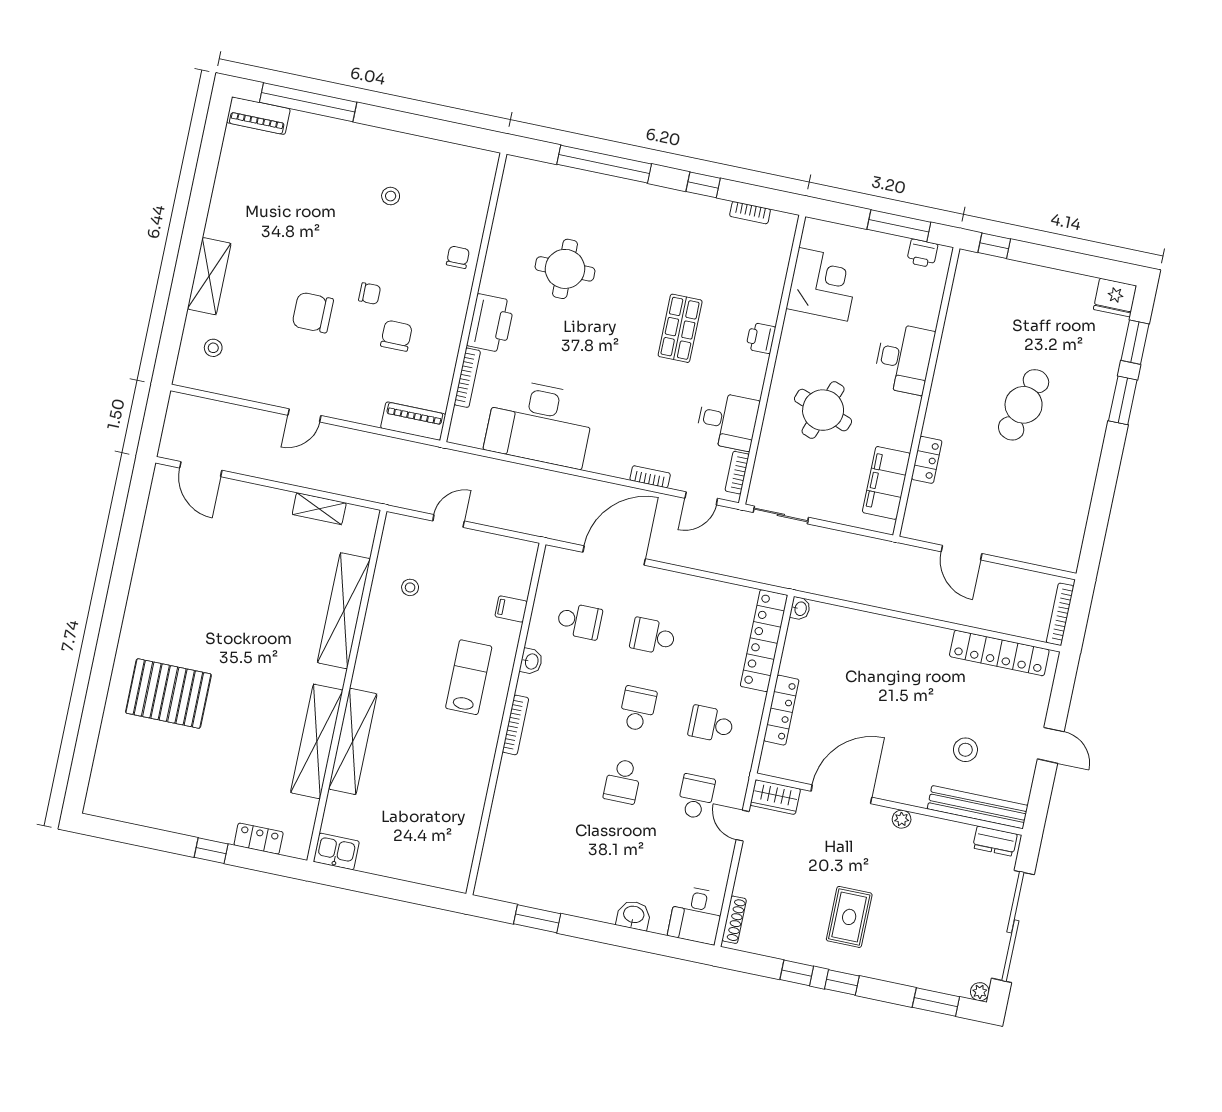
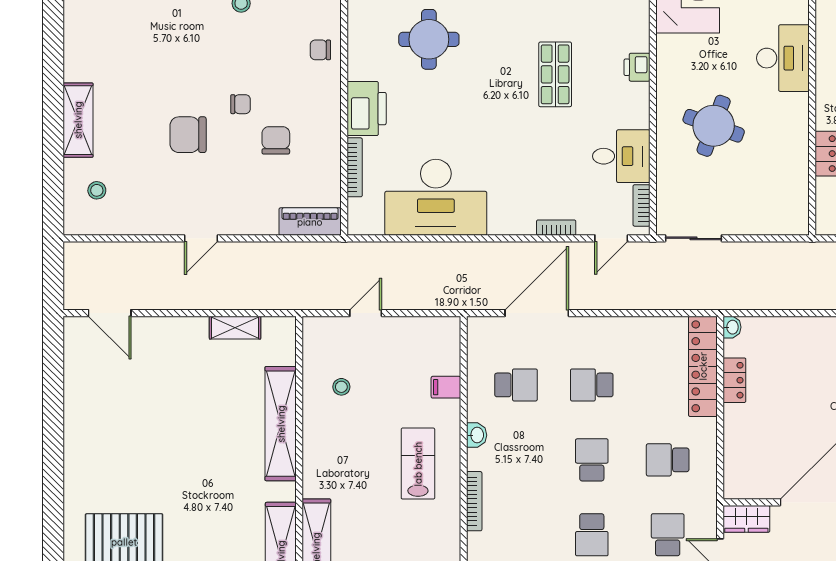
chair: (458, 257) -> (320, 50), turned -90
filing cabinet: (886, 483) -> (791, 185), removed
locker: (781, 710) -> (734, 380), moved, width x0.66

